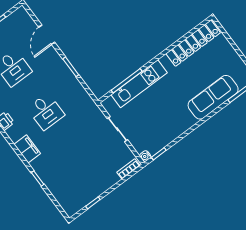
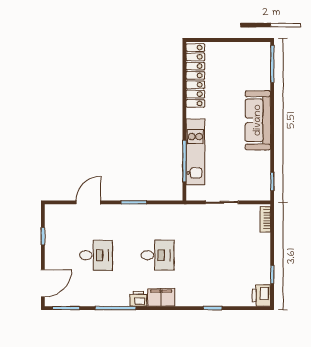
door: (47, 35) -> (88, 202), swing flipped
sofa: (213, 97) -> (258, 120), moved
filing cabinet: (27, 149) -> (161, 297), moved
water cooler: (145, 156) -> (265, 195), removed
printer: (72, 206) -> (261, 295), added

